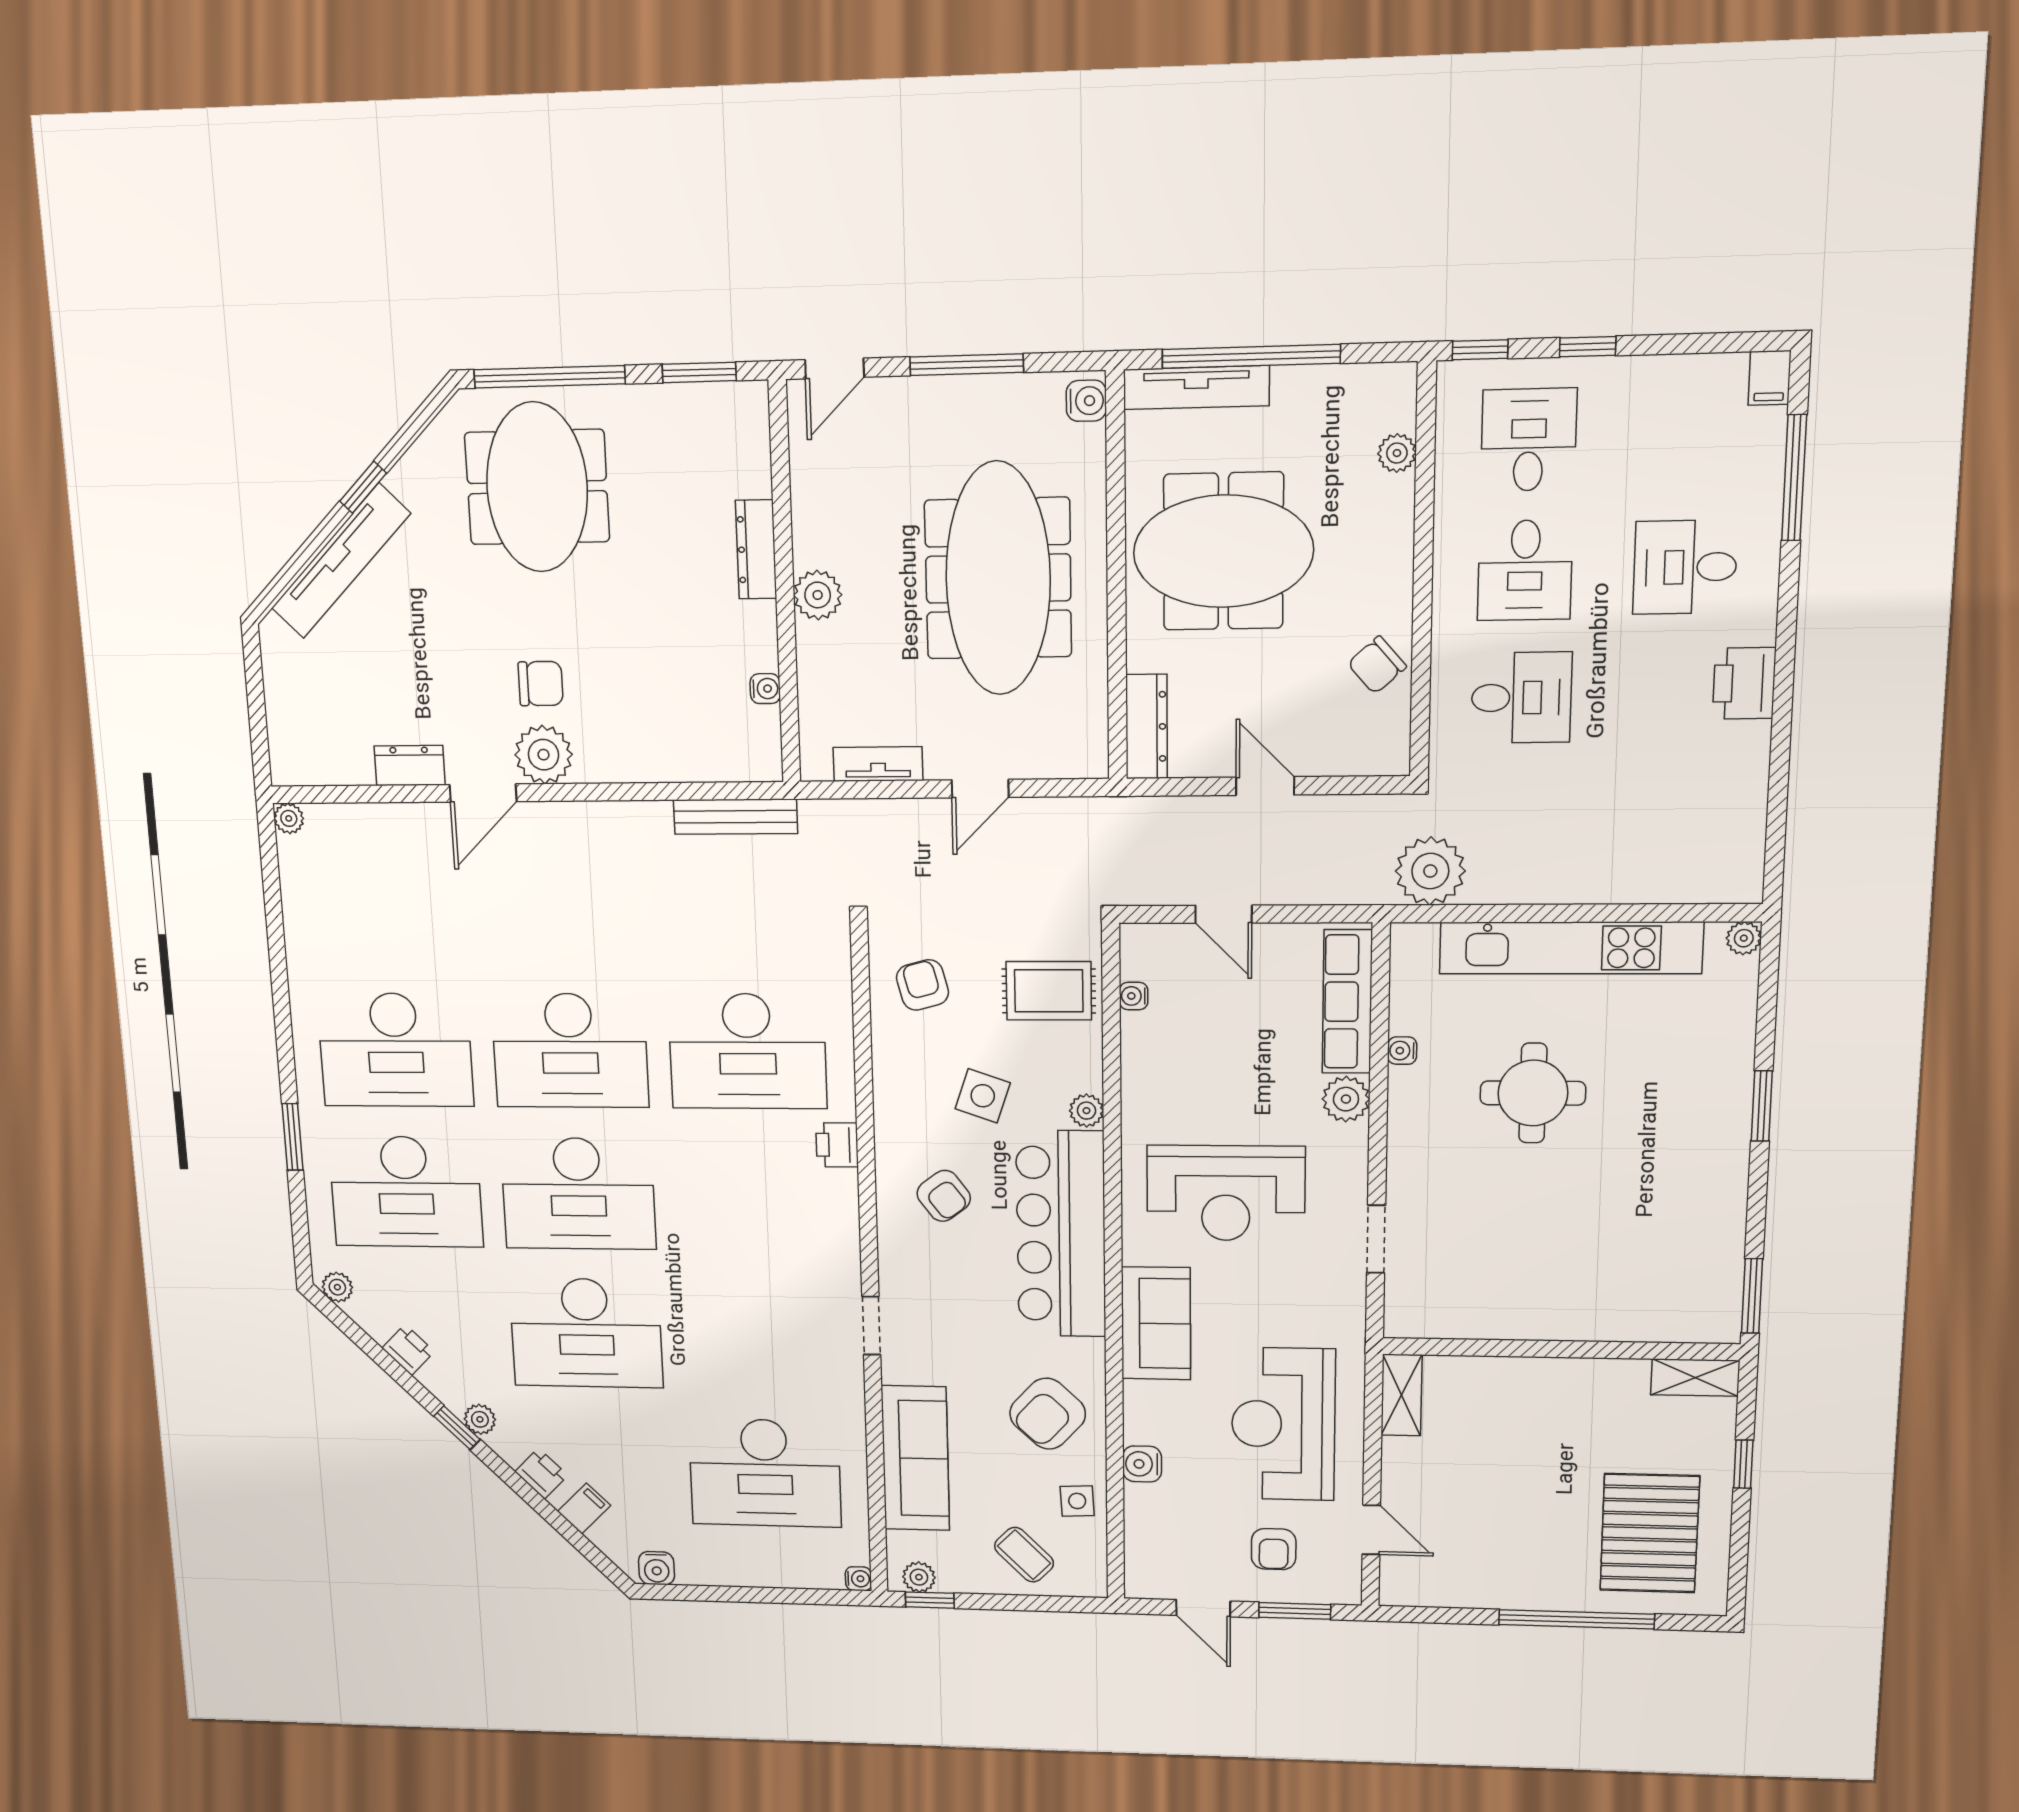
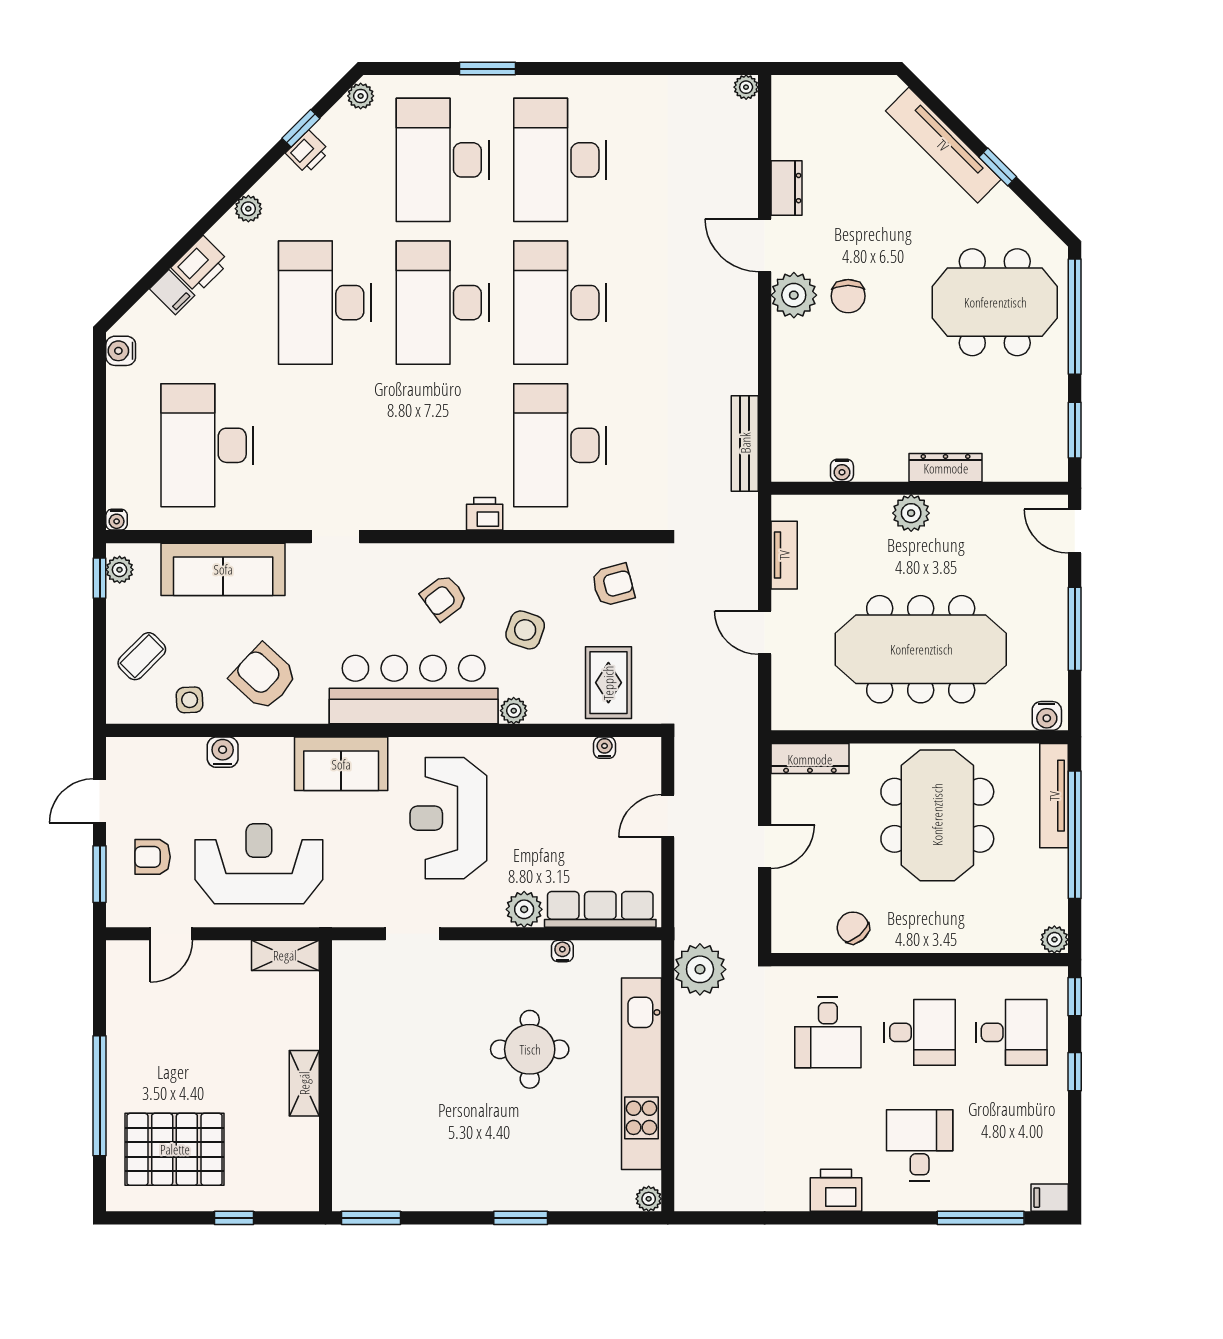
plant: (1397, 453) -> (1054, 940), moved
desk: (1525, 570) -> (920, 1032), turned 180
shelving: (1695, 1378) -> (304, 1083), moved
window: (457, 1428) -> (301, 128), moved
printer: (541, 1474) -> (200, 265), width x1.36, depth x1.24

